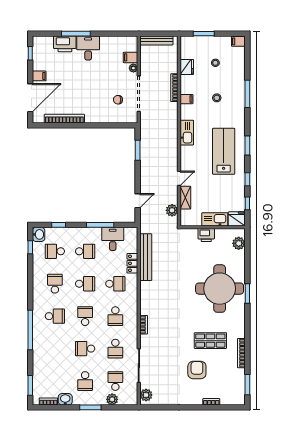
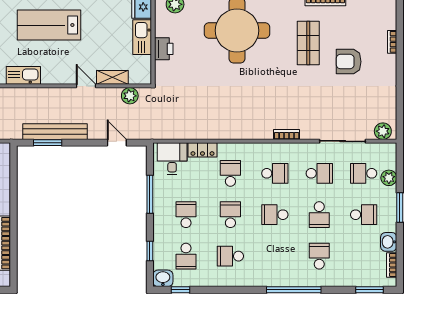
desk: (113, 239) -> (172, 159), moved, turned 90
bench: (146, 257) -> (55, 132), moved
school desk: (55, 316) -> (319, 256), moved

